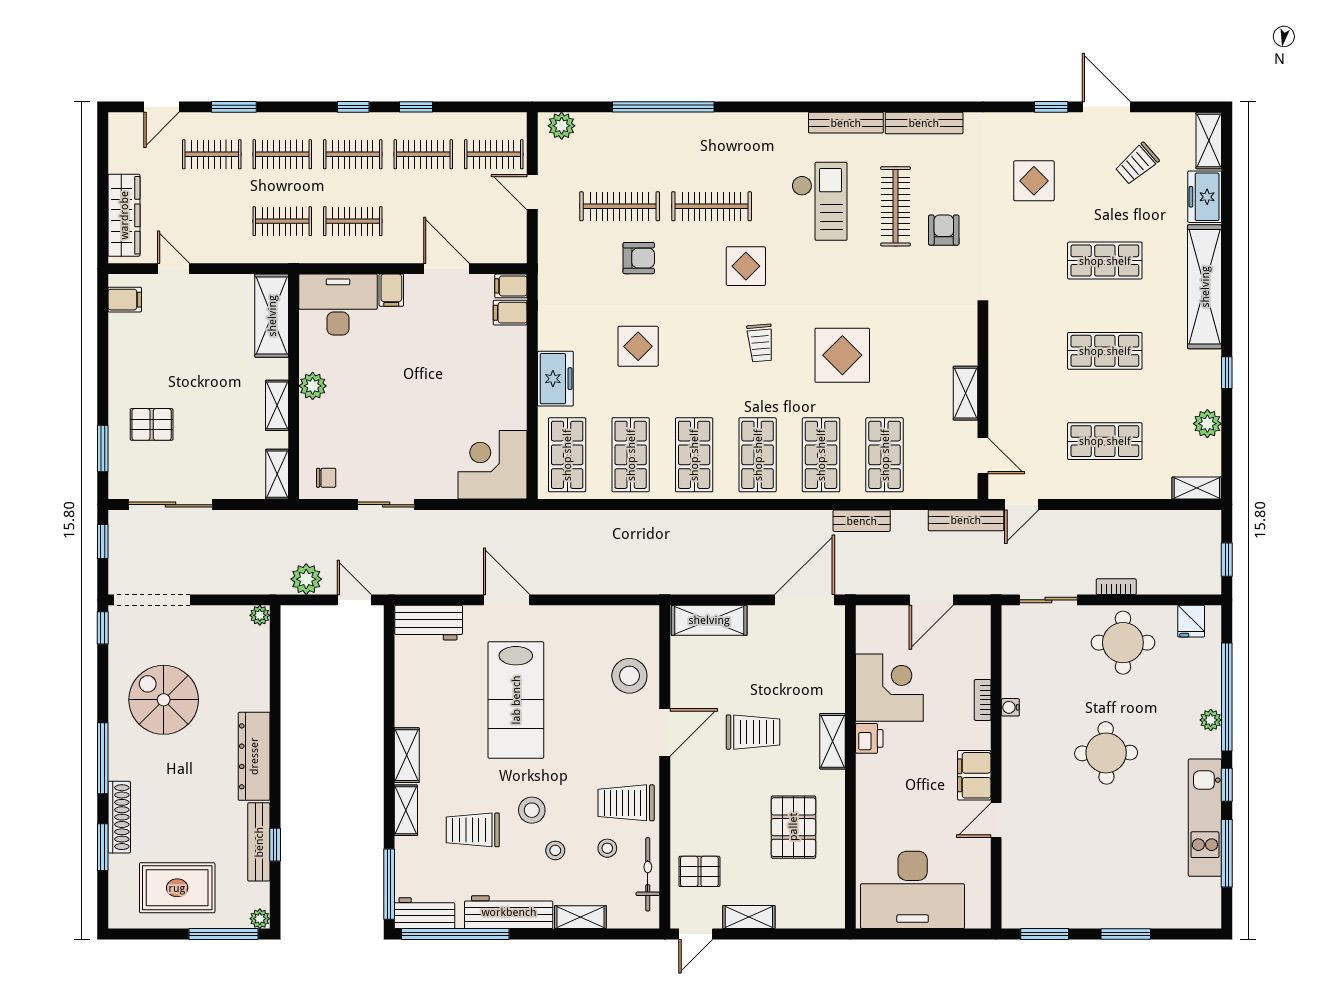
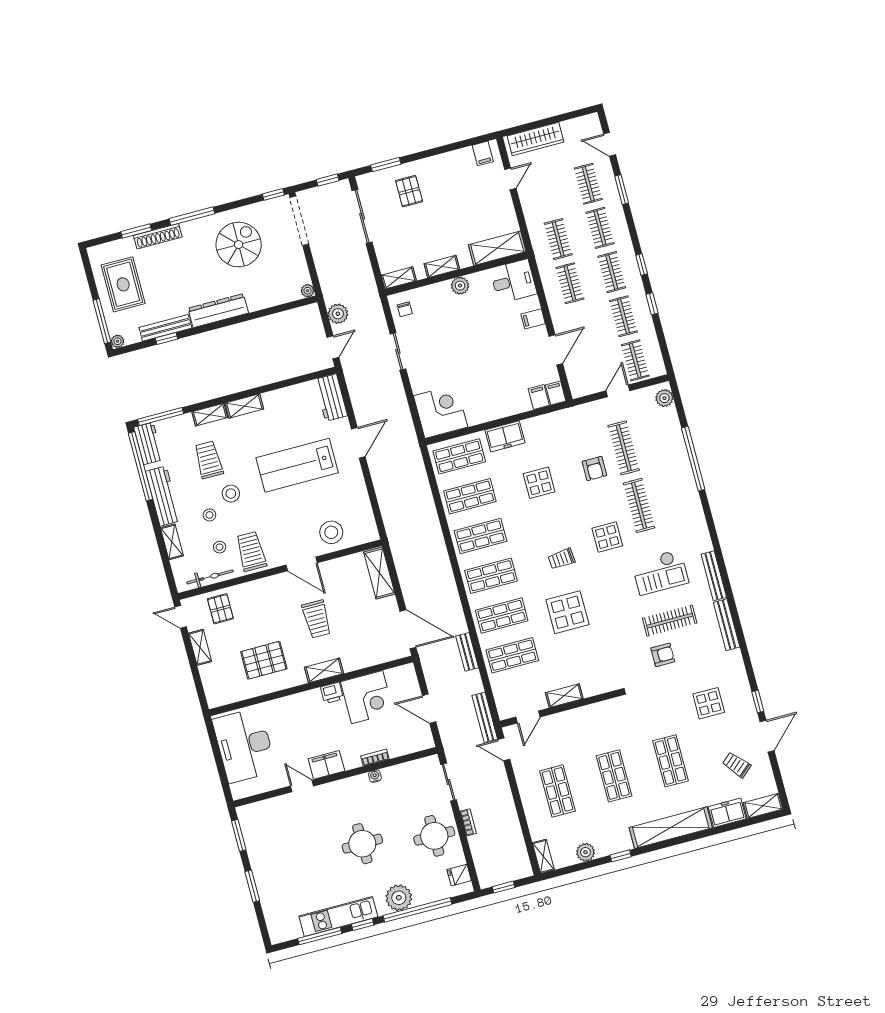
desk: (338, 305) -> (513, 281), width x0.73
plant: (1211, 720) -> (399, 898), width x1.88, depth x1.88

